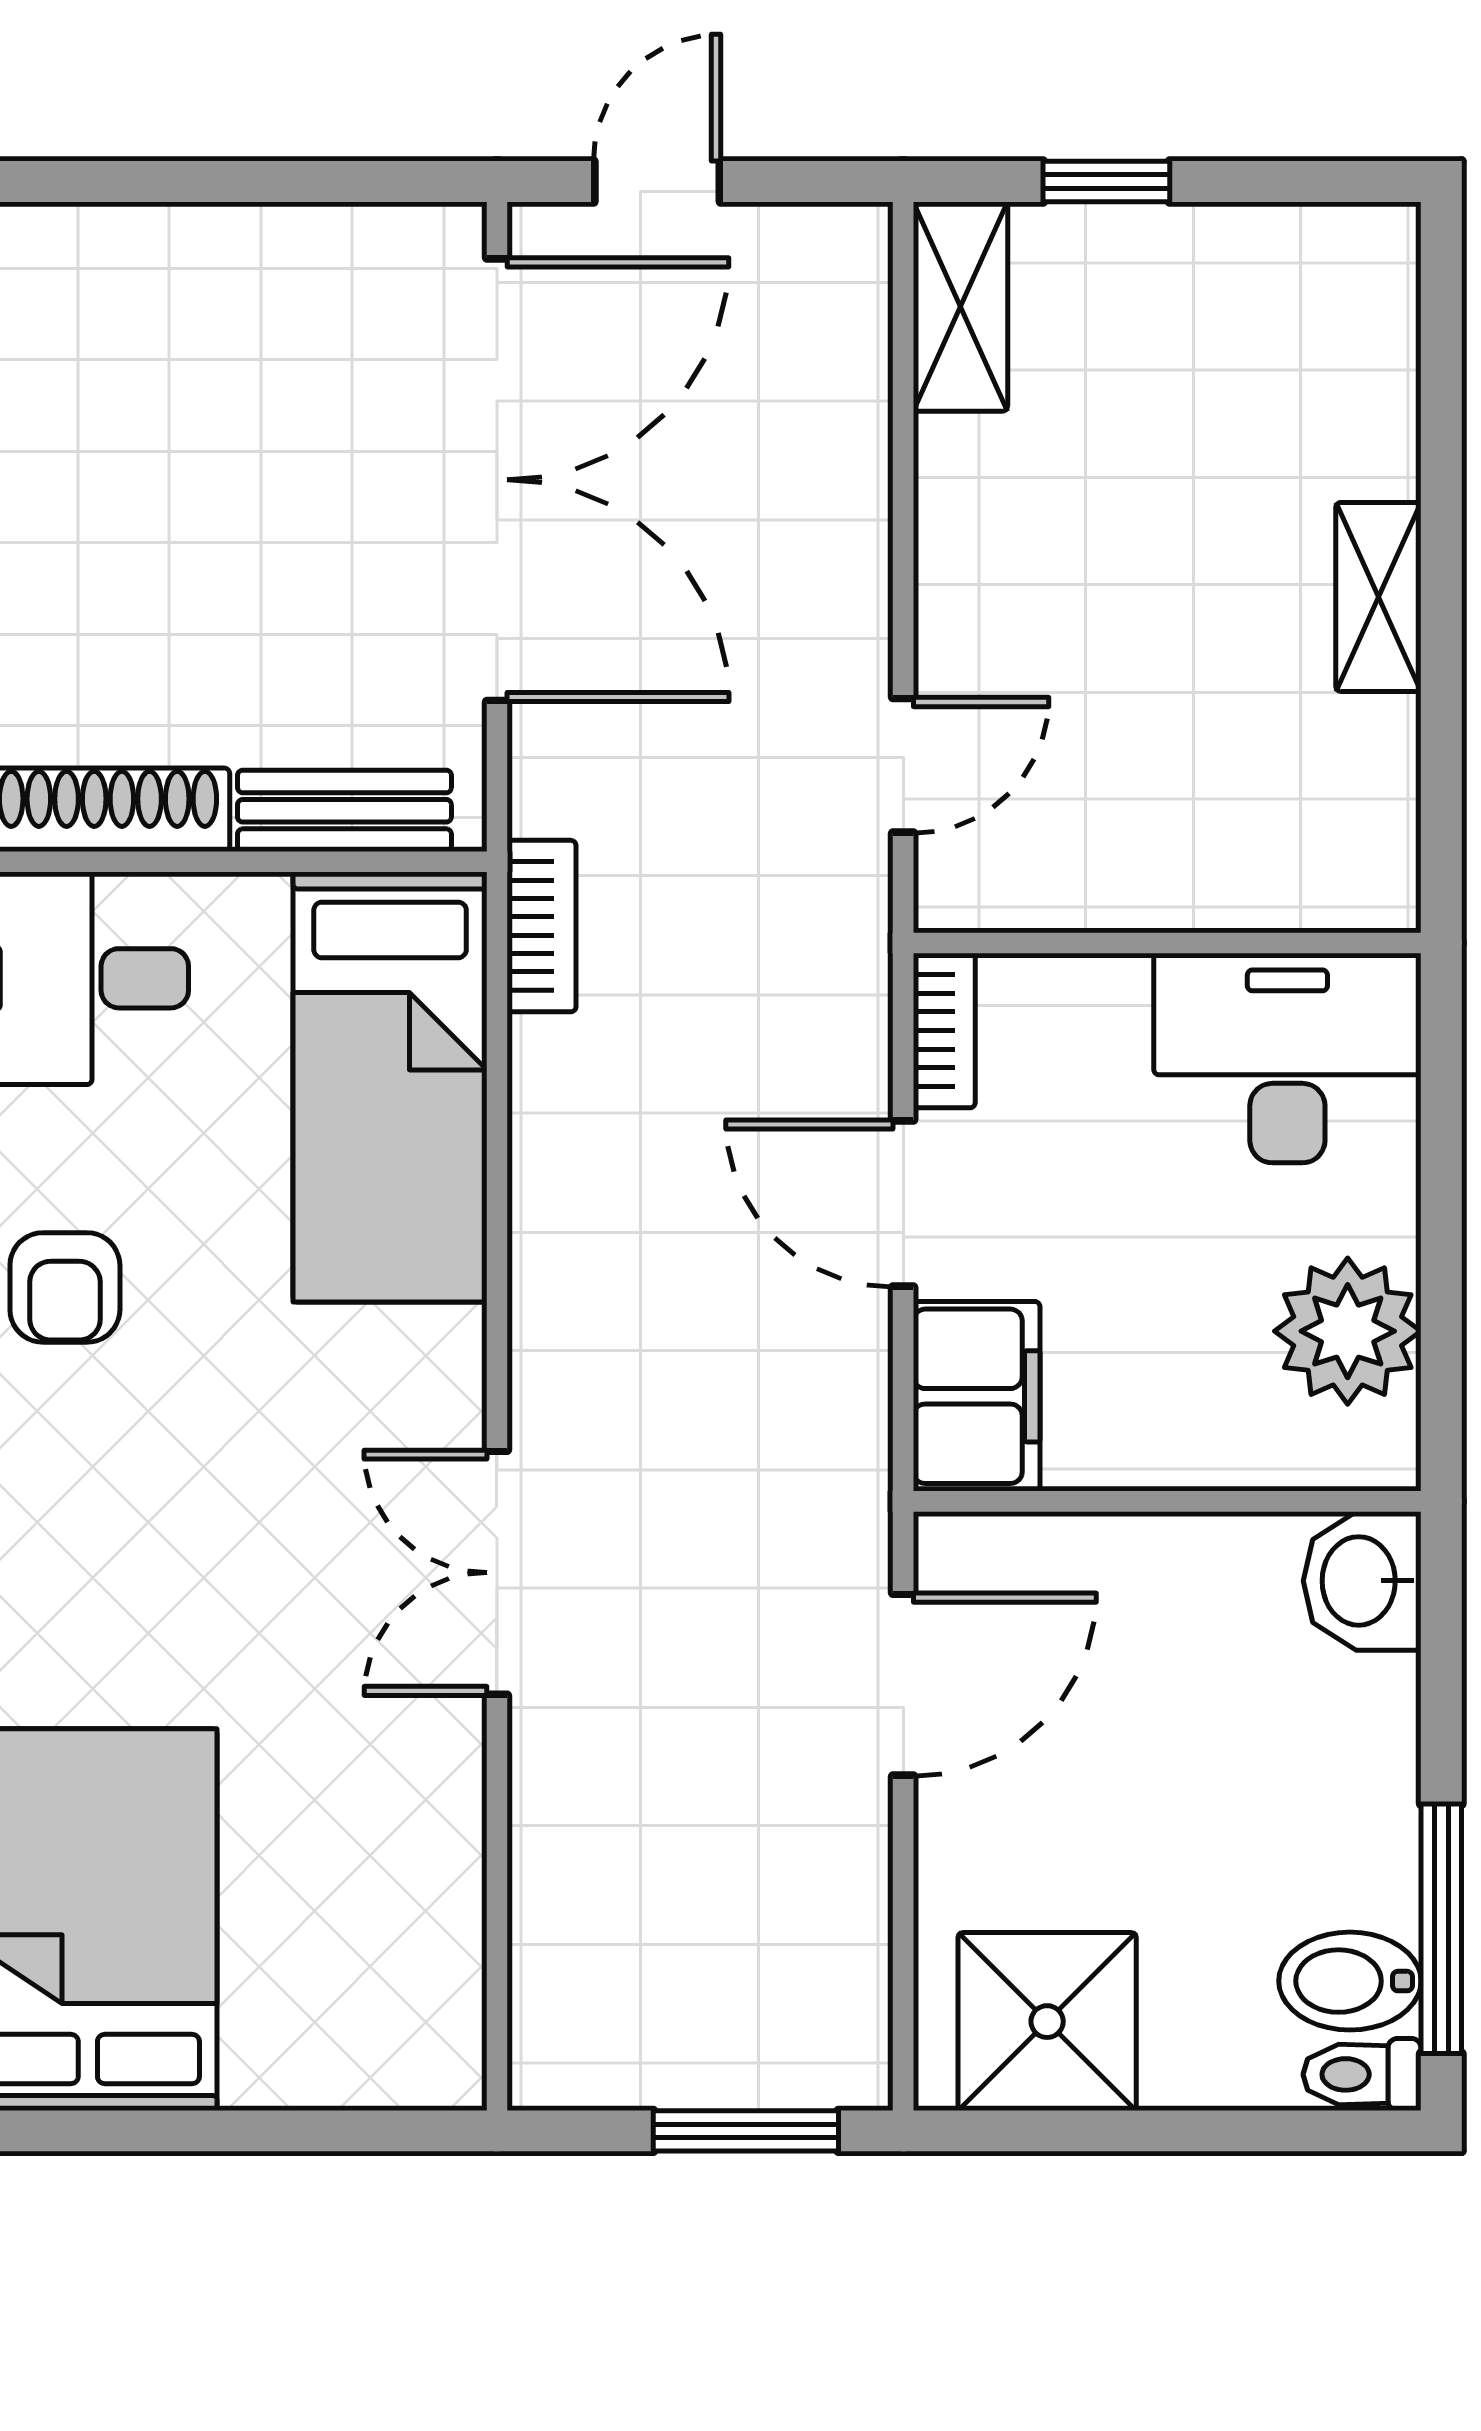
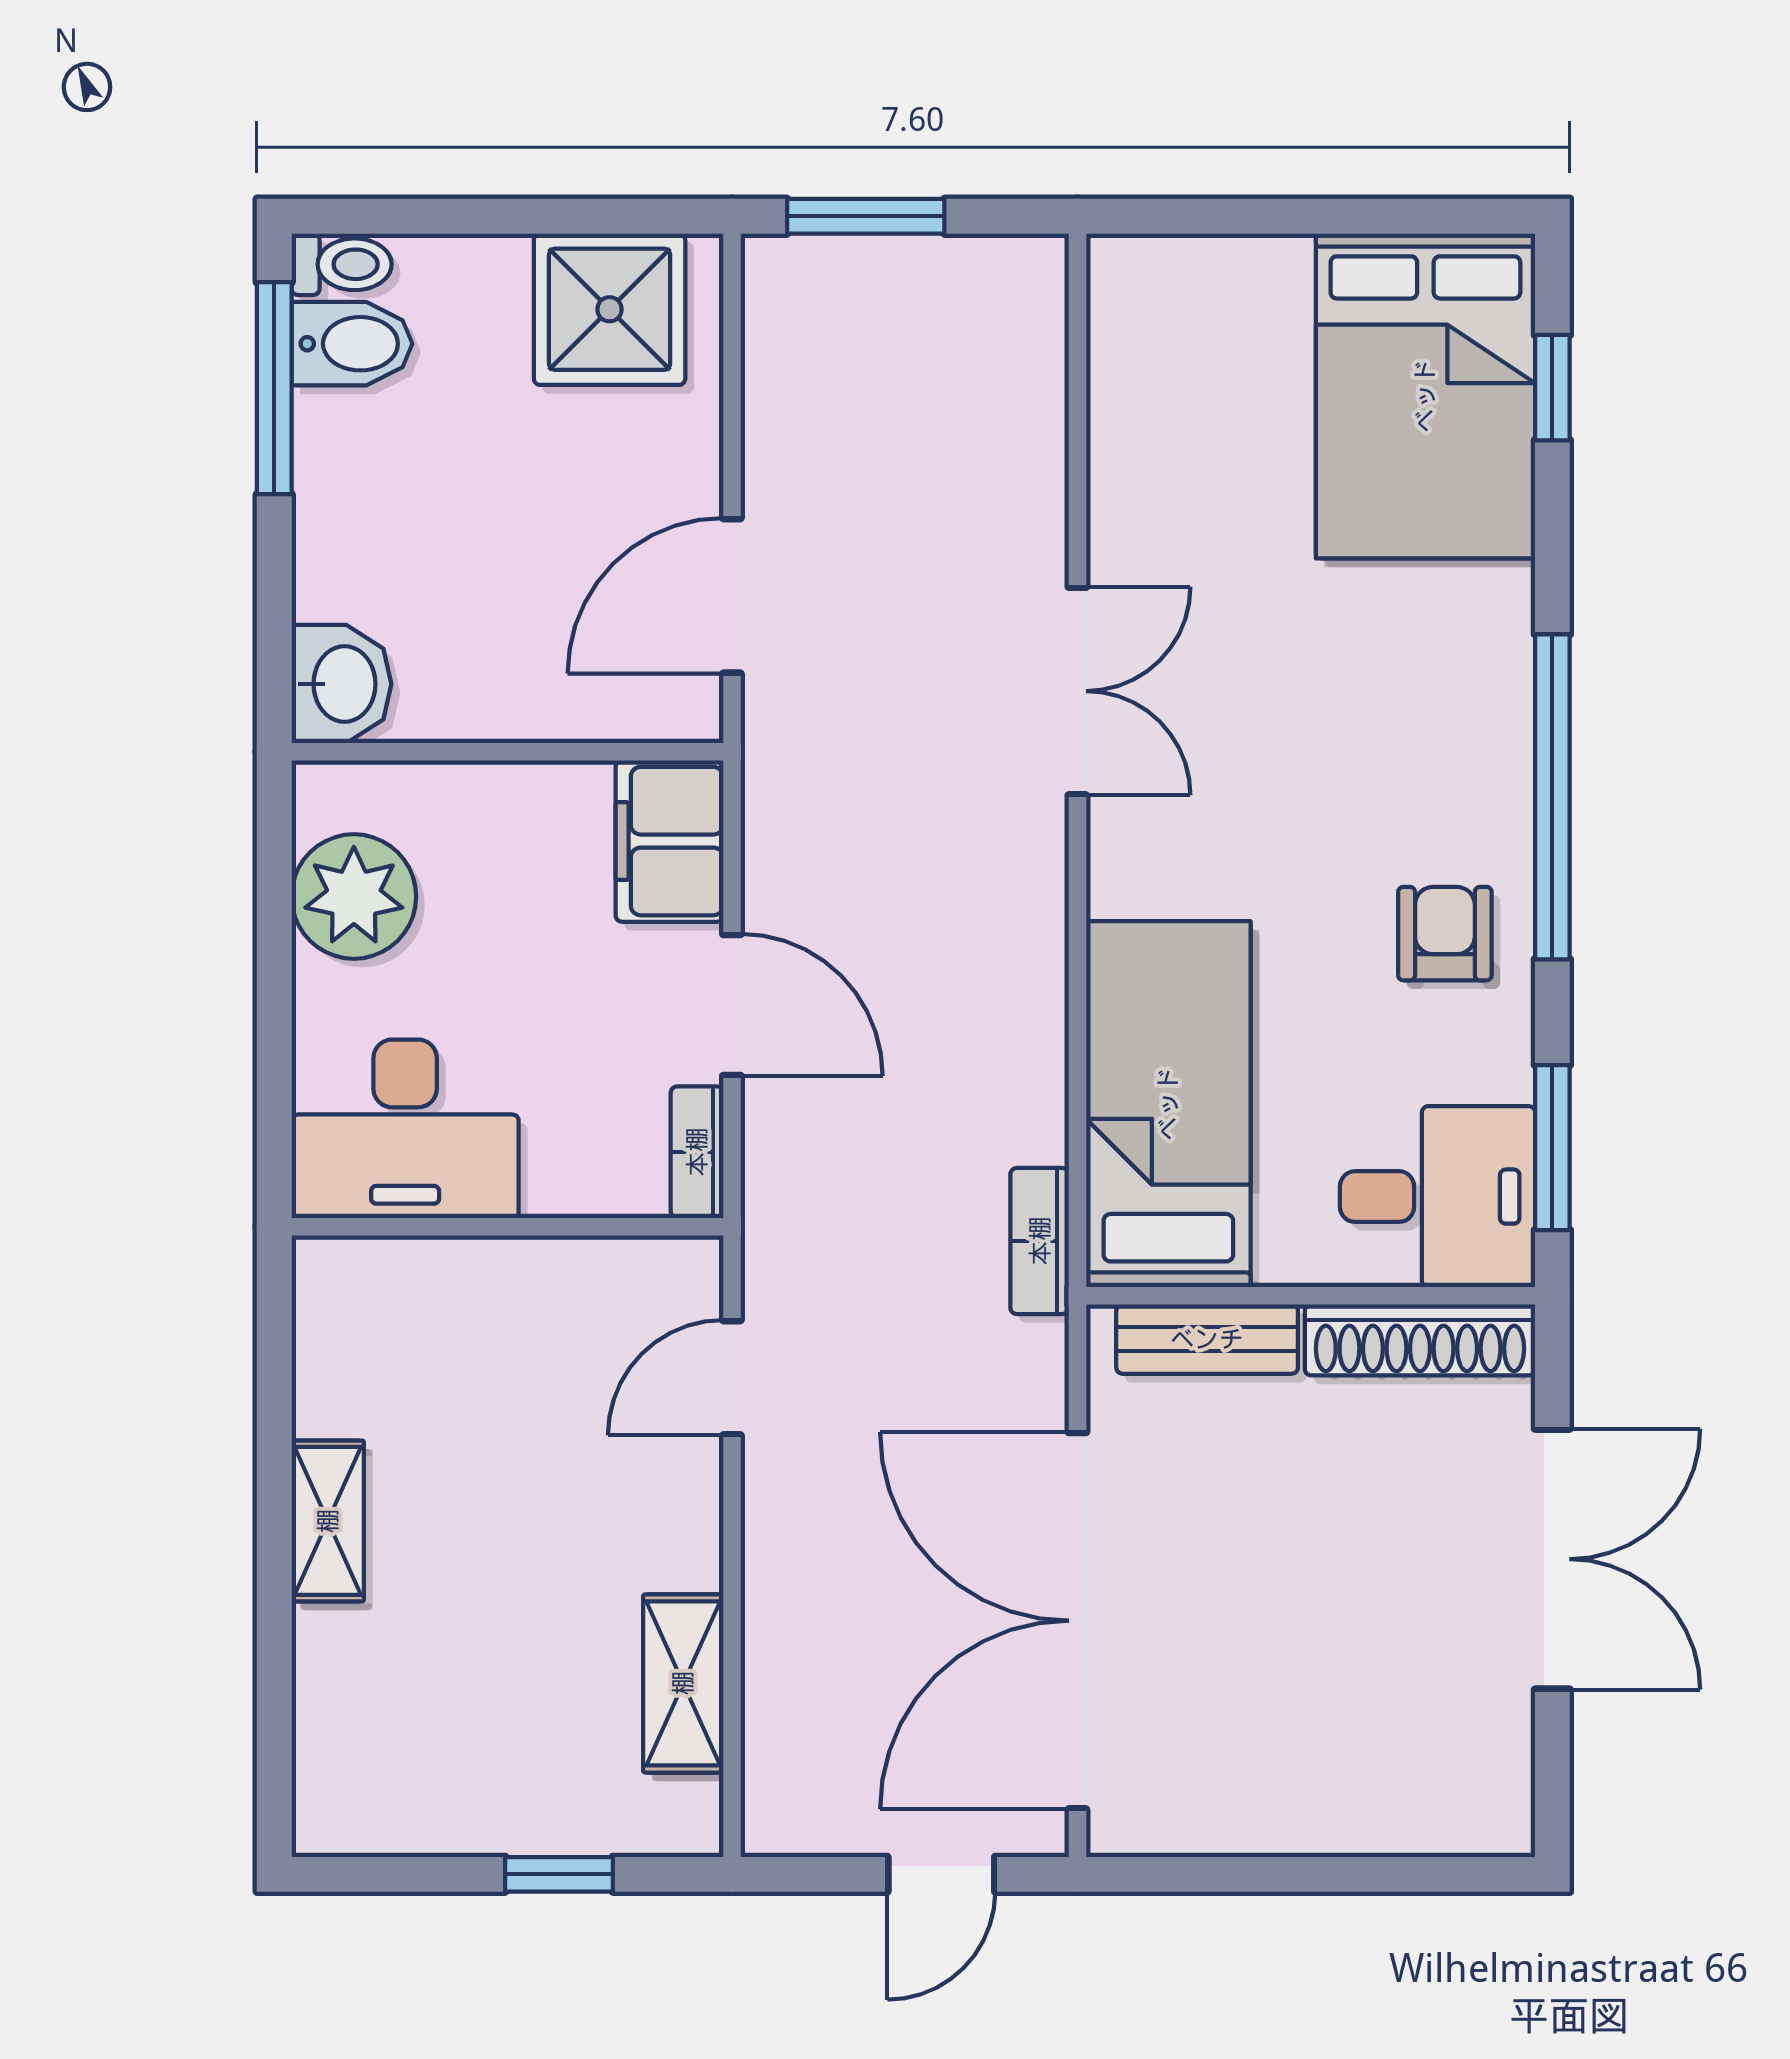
shelving: (960, 307) -> (683, 1683), moved

